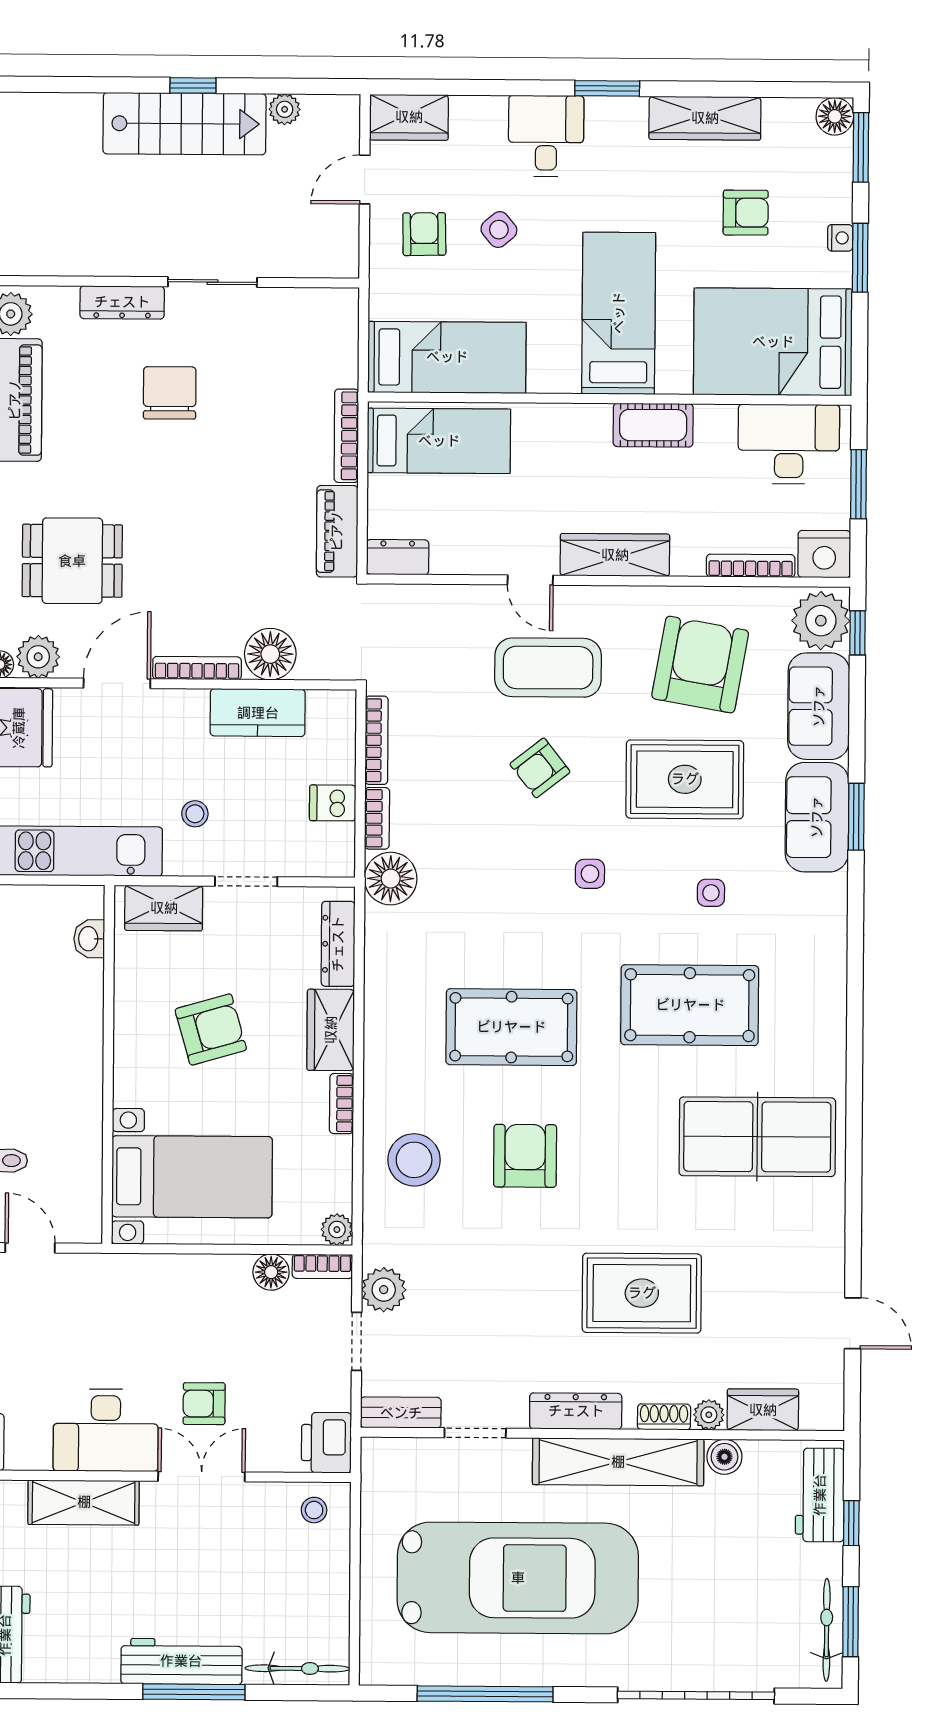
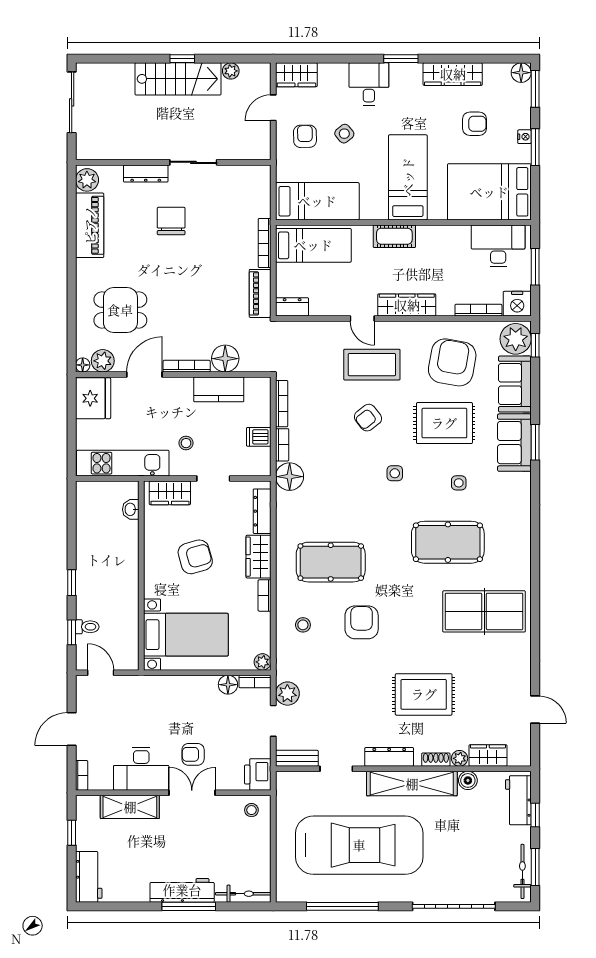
cot: (653, 425) -> (394, 236), moved
pool table: (511, 1027) -> (331, 562), moved
stool: (414, 1160) -> (303, 625), width x0.53, depth x0.53

